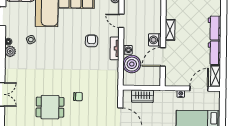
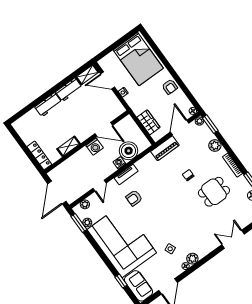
shelving: (170, 30) -> (69, 146), moved
piano: (113, 94) -> (165, 148), added
dining table: (50, 107) -> (214, 192), turned 90

